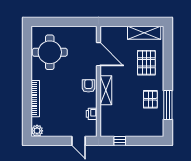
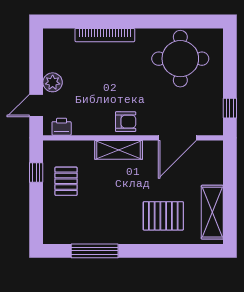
window: (80, 22) -> (230, 108), added
pallet: (150, 99) -> (66, 181), moved, turned 90
printer: (92, 114) -> (62, 127), moved
plant: (37, 131) -> (53, 82), moved

